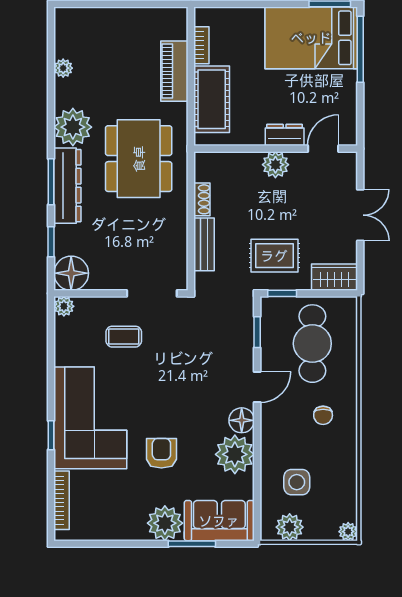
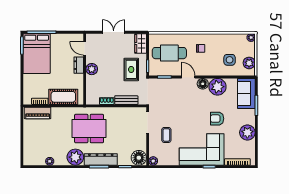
piano: (174, 71) -> (38, 113), moved
plant: (165, 523) -> (247, 133), moved

